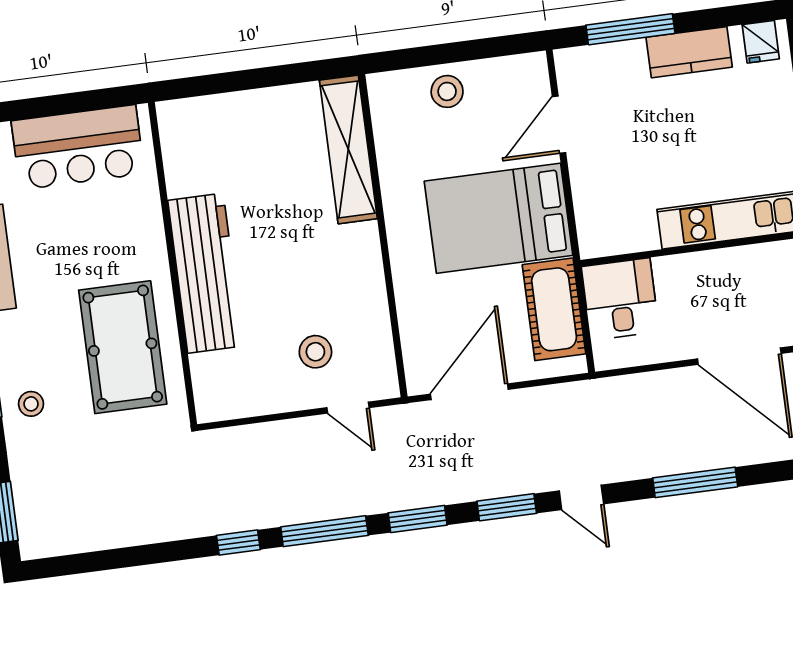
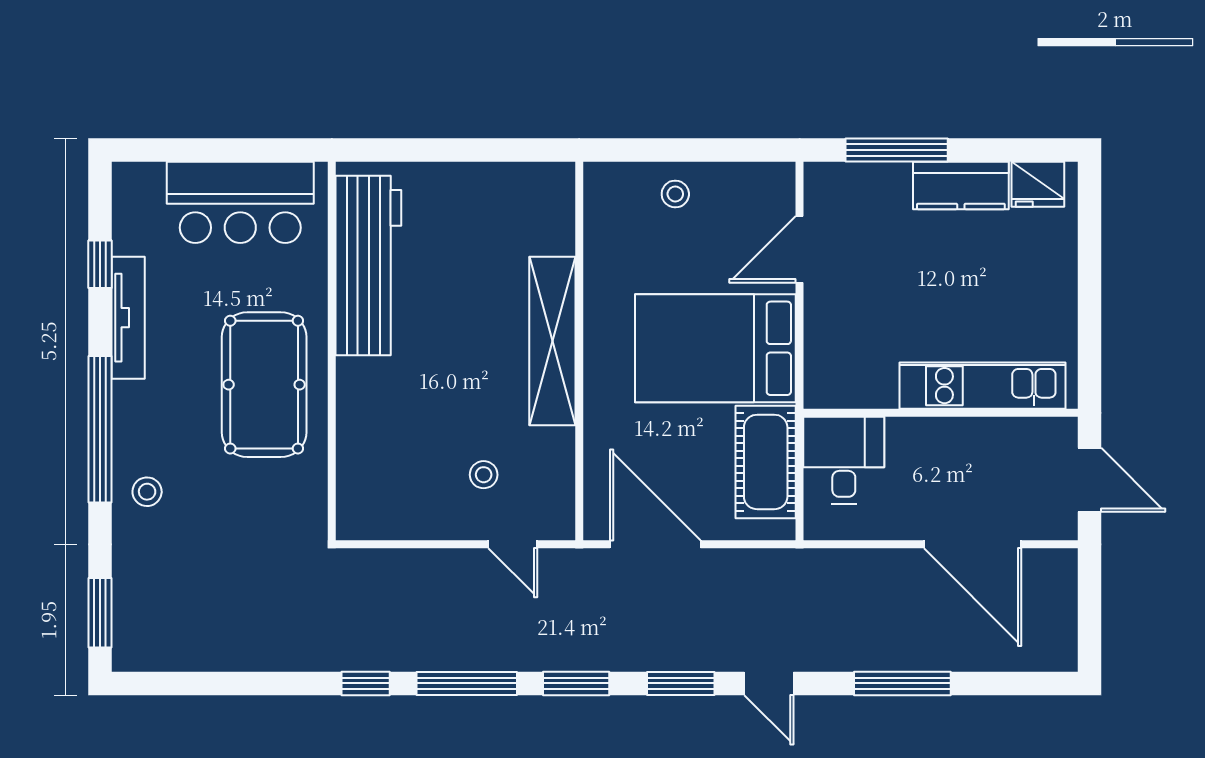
fridge: (761, 42) -> (1038, 184), width x1.38
stool: (447, 91) -> (675, 194), width x0.73, depth x0.73
shelving: (348, 149) -> (552, 341), moved
workbench: (205, 273) -> (368, 265), moved
pool table: (123, 347) -> (264, 385), moved
stool: (315, 352) -> (484, 475), width x0.73, depth x0.73
door: (469, 392) -> (655, 544), hinge flipped

